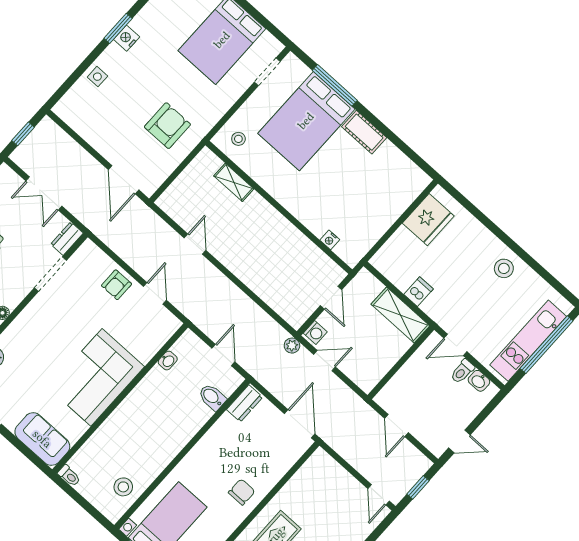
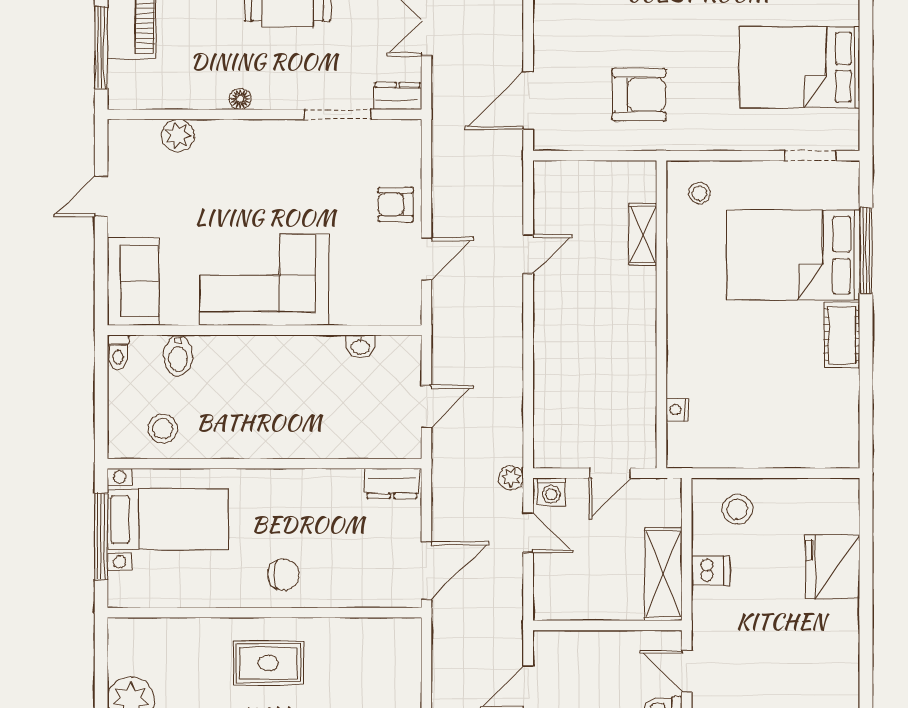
fridge: (428, 220) -> (833, 567), moved, turned 90
stool: (504, 268) -> (737, 509), moved
bidet: (212, 397) -> (178, 356), moved, turned 180

